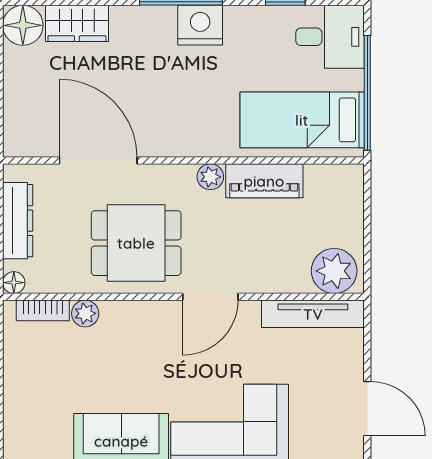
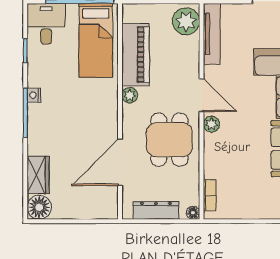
nightstand: (200, 25) -> (34, 95), width x0.53, depth x0.56
piano: (264, 181) -> (136, 55), width x1.37, depth x1.33
plant: (85, 313) -> (211, 124), moved

